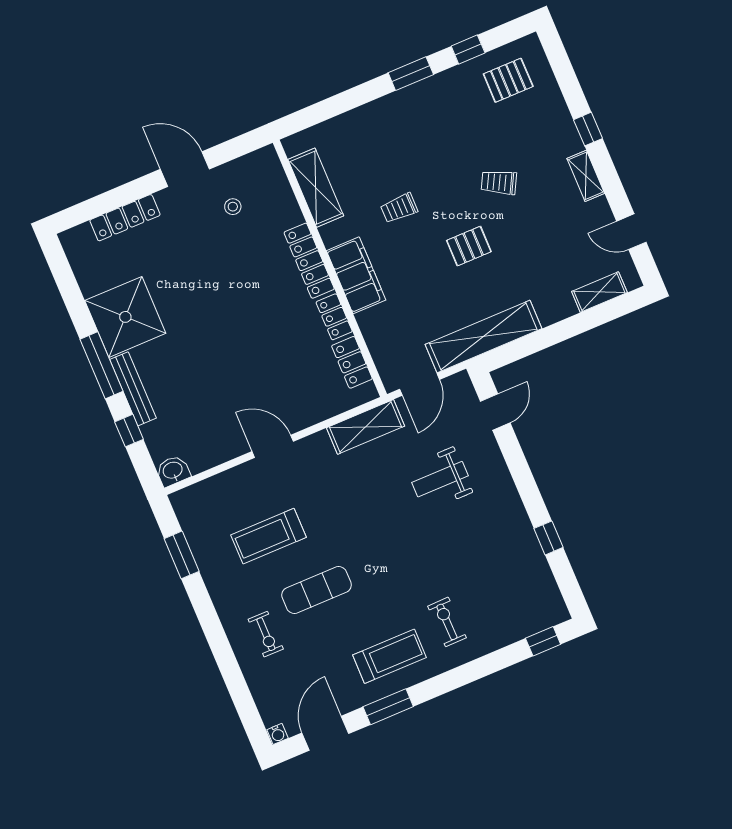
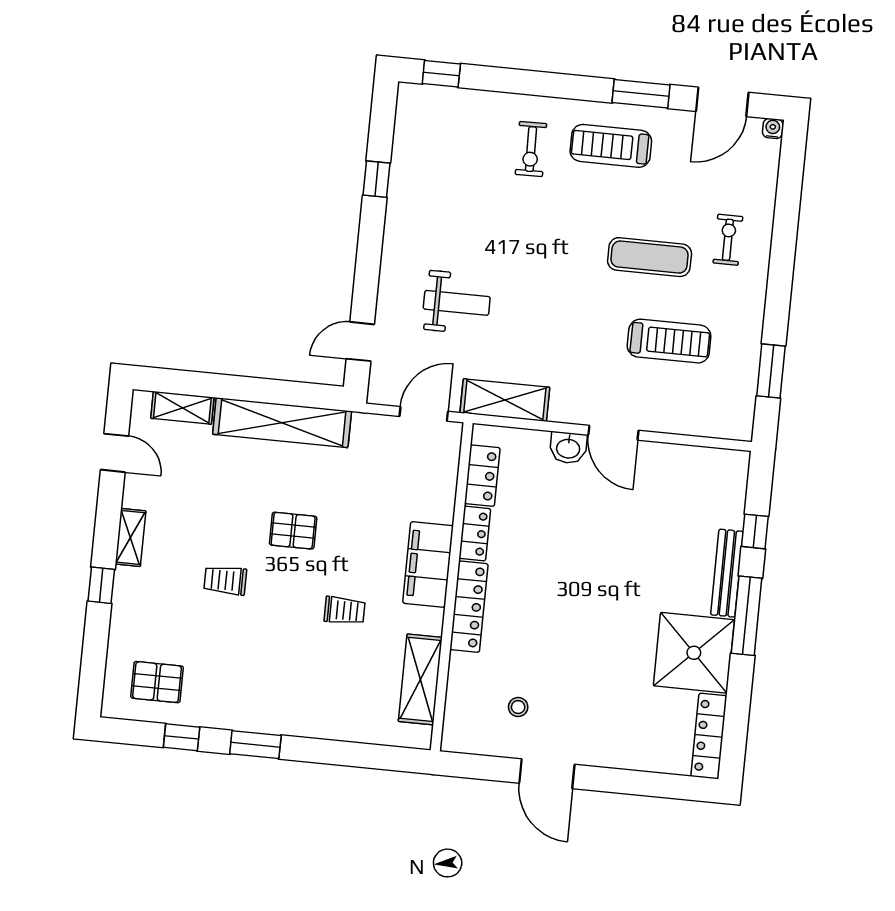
trolley: (499, 182) -> (225, 580), turned 152
locker: (125, 218) -> (709, 736), moved, turned -90
shelving: (483, 337) -> (282, 423), moved
washbasin: (173, 471) -> (568, 448), moved

